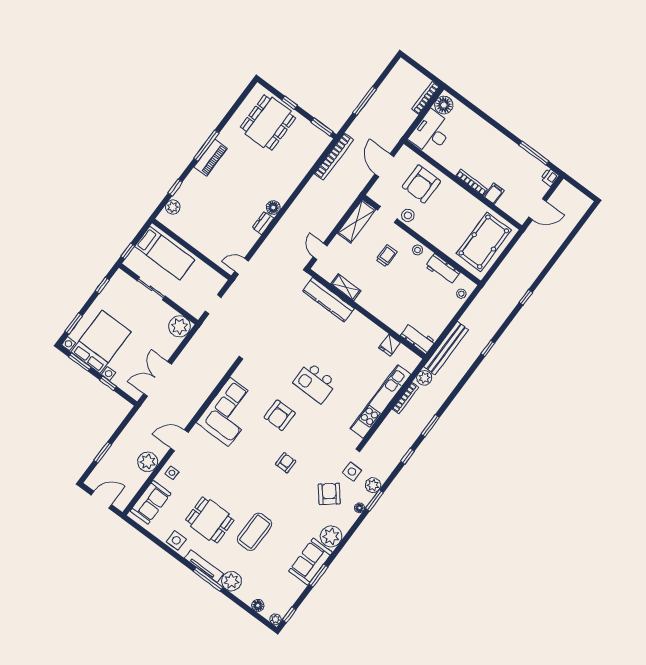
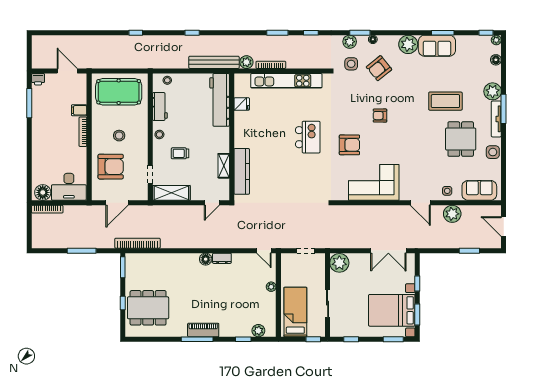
stool: (408, 215) -> (119, 136), moved
plant: (204, 248) -> (271, 287), added
workbench: (418, 338) -> (220, 100), width x1.88, depth x1.32

